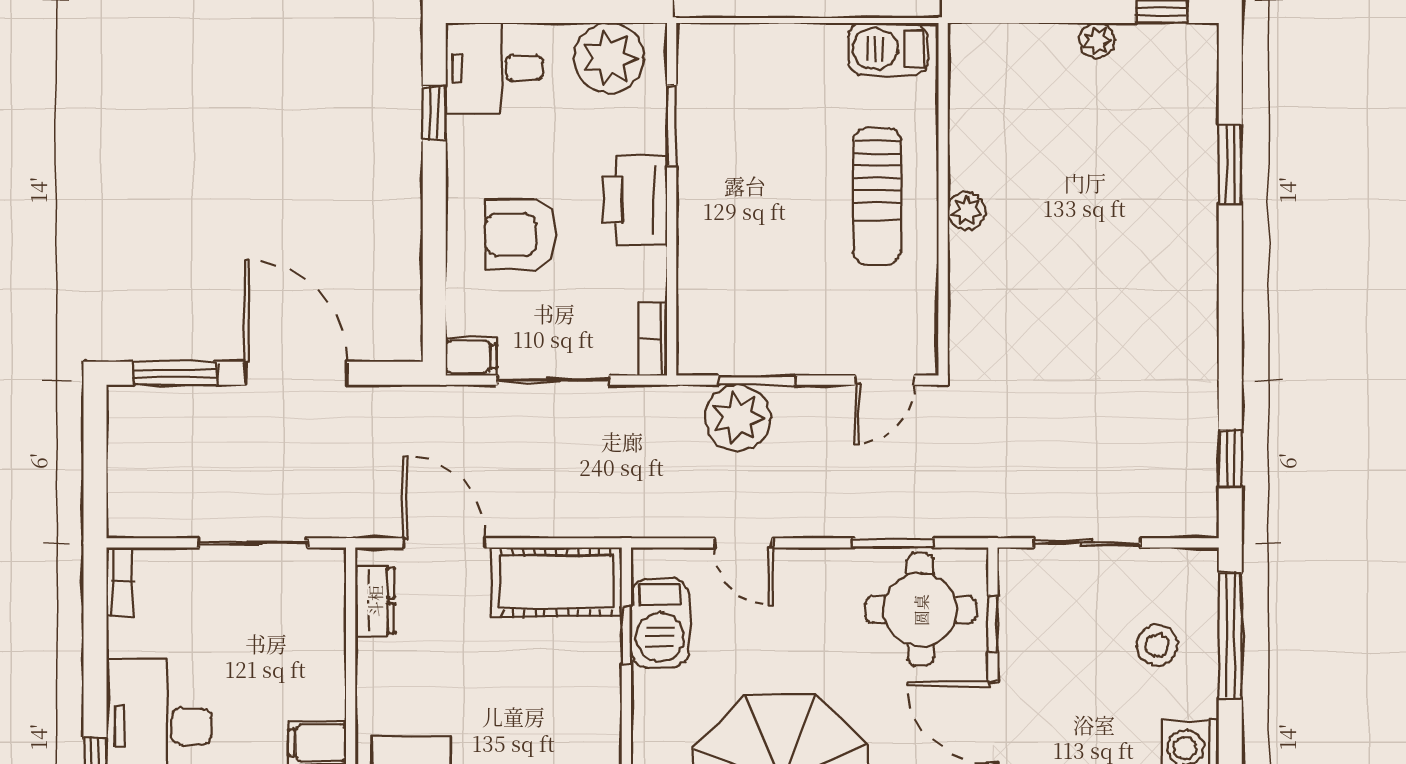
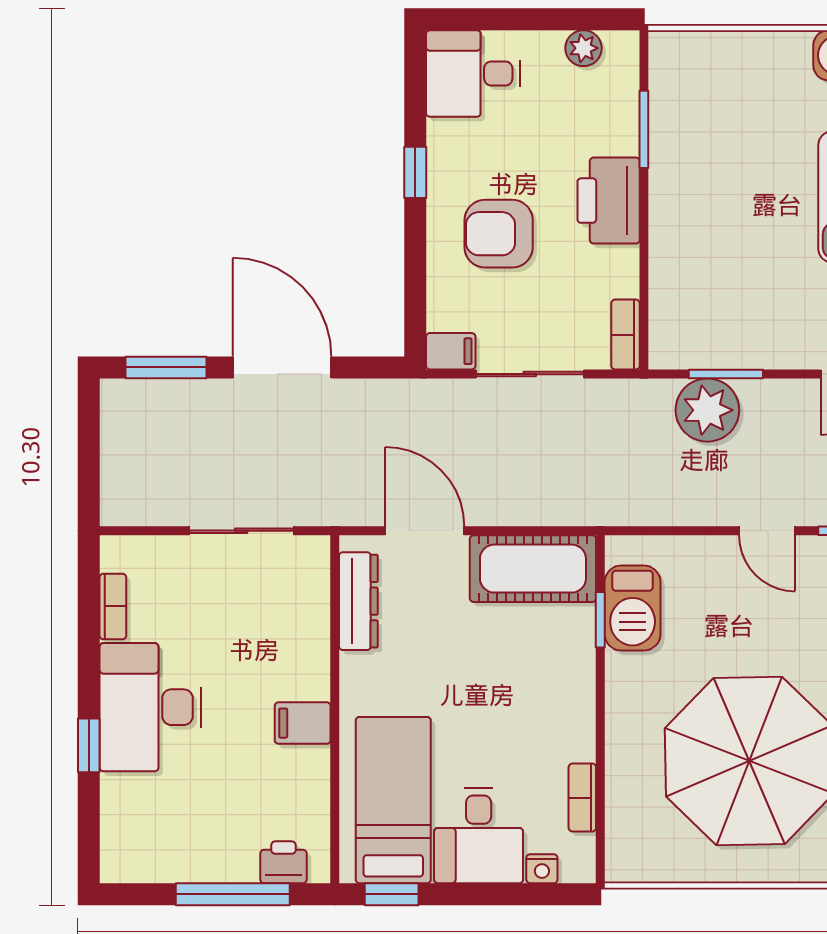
plant: (609, 58) -> (584, 48), width x0.53, depth x0.53
window: (434, 113) -> (415, 172), moved
door: (743, 543) -> (767, 531), moved
bookcase: (120, 582) -> (113, 606), moved
dresser: (375, 601) -> (358, 601), width x1.44

